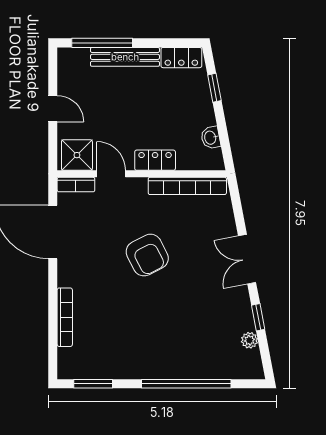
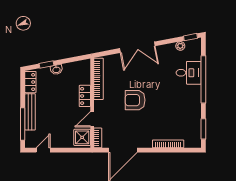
door: (53, 109) -> (43, 150), moved
washbasin: (211, 138) -> (56, 70), moved
armchair: (147, 255) -> (135, 100), turned -153
double door: (247, 259) -> (137, 47), width x1.37
window: (258, 317) -> (190, 37), moved
desk: (199, 356) -> (189, 73), added

